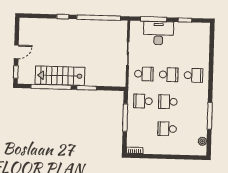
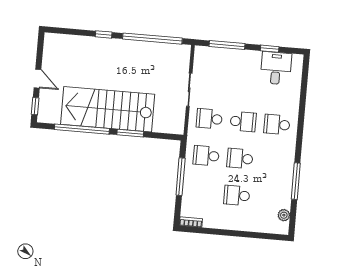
desk: (158, 33) -> (276, 68), moved, width x0.73
door: (16, 52) -> (37, 79), hinge flipped
school desk: (144, 74) -> (209, 119), turned 180
school desk: (193, 75) -> (277, 125), turned 180
stairs: (60, 76) -> (108, 109), width x1.36, depth x1.51

